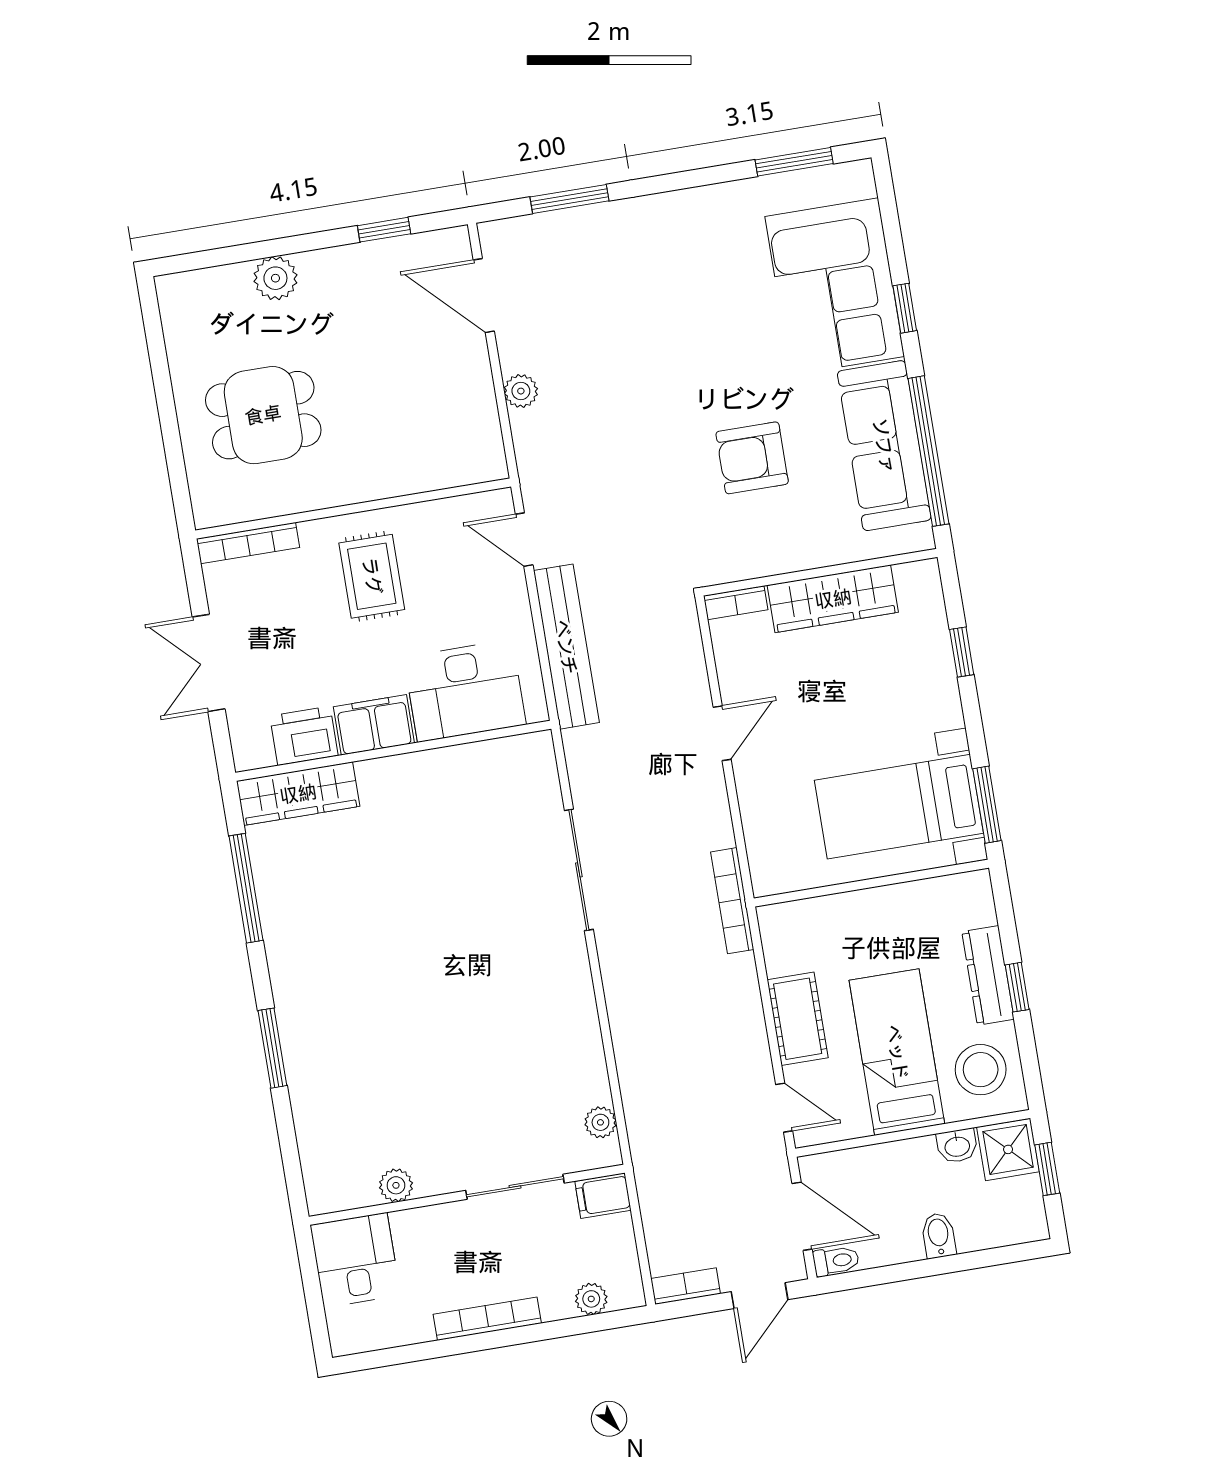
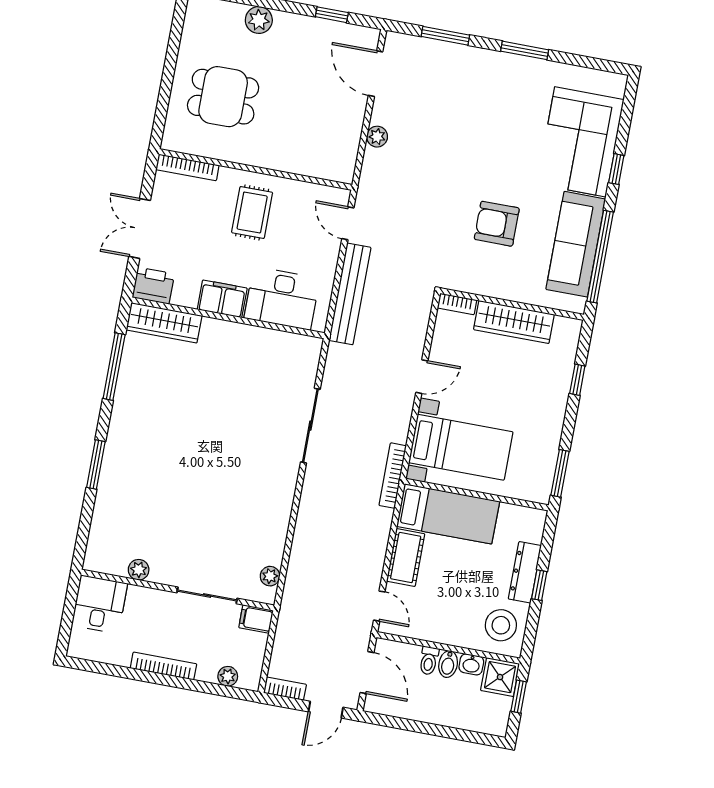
window: (794, 162) -> (525, 50), moved
printer: (304, 736) -> (153, 286), moved
bed with nightstands: (899, 807) -> (461, 447), moved, turned 180
bed: (897, 1052) -> (448, 514), moved, turned 90
bidet: (939, 1235) -> (448, 664), moved, turned 180
toilet: (836, 1261) -> (429, 661), moved, turned 90

